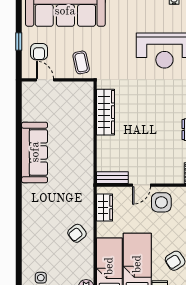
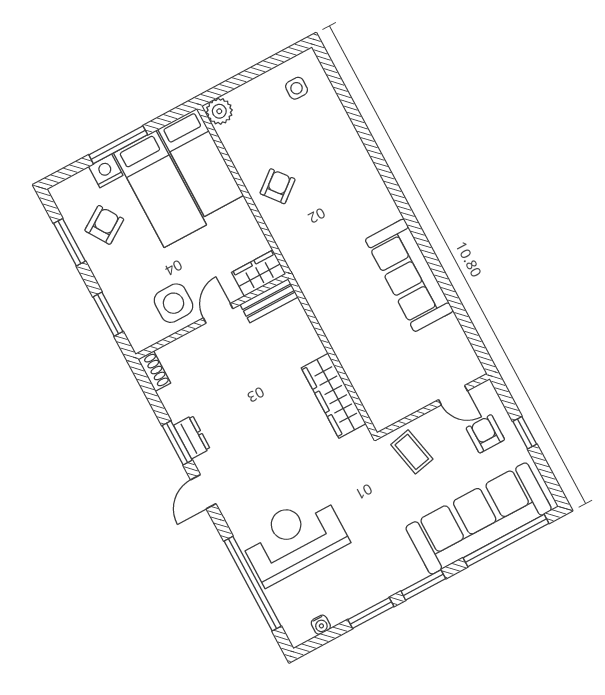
wardrobe: (104, 207) -> (259, 273), moved, turned 90

